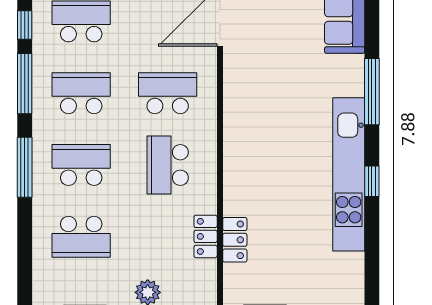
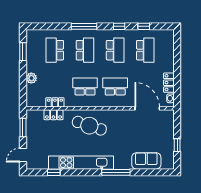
window: (25, 84) -> (119, 26), width x0.46
school desk: (168, 93) -> (115, 86), turned -90
cafe table: (261, 155) -> (89, 126), added
window: (372, 181) -> (54, 172), moved

